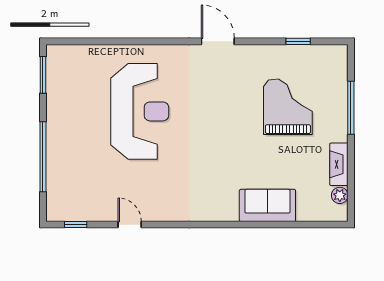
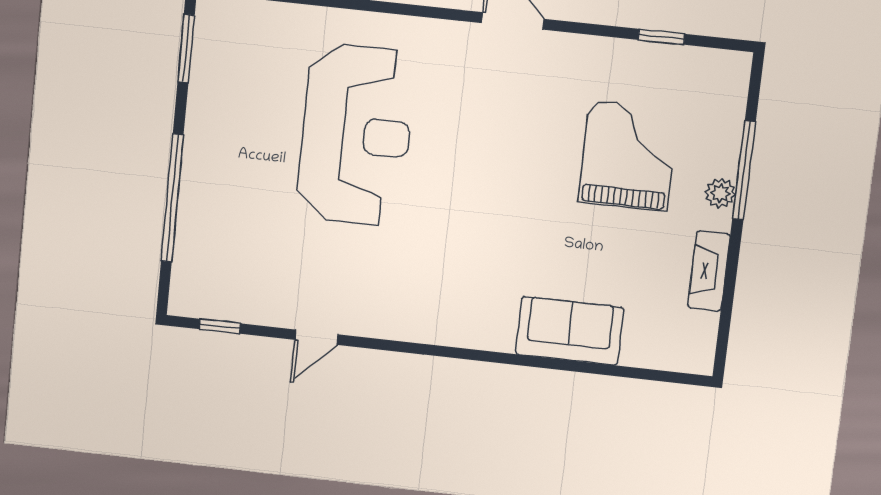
plant: (340, 195) -> (720, 193), moved
door: (130, 225) -> (317, 337), swing flipped

